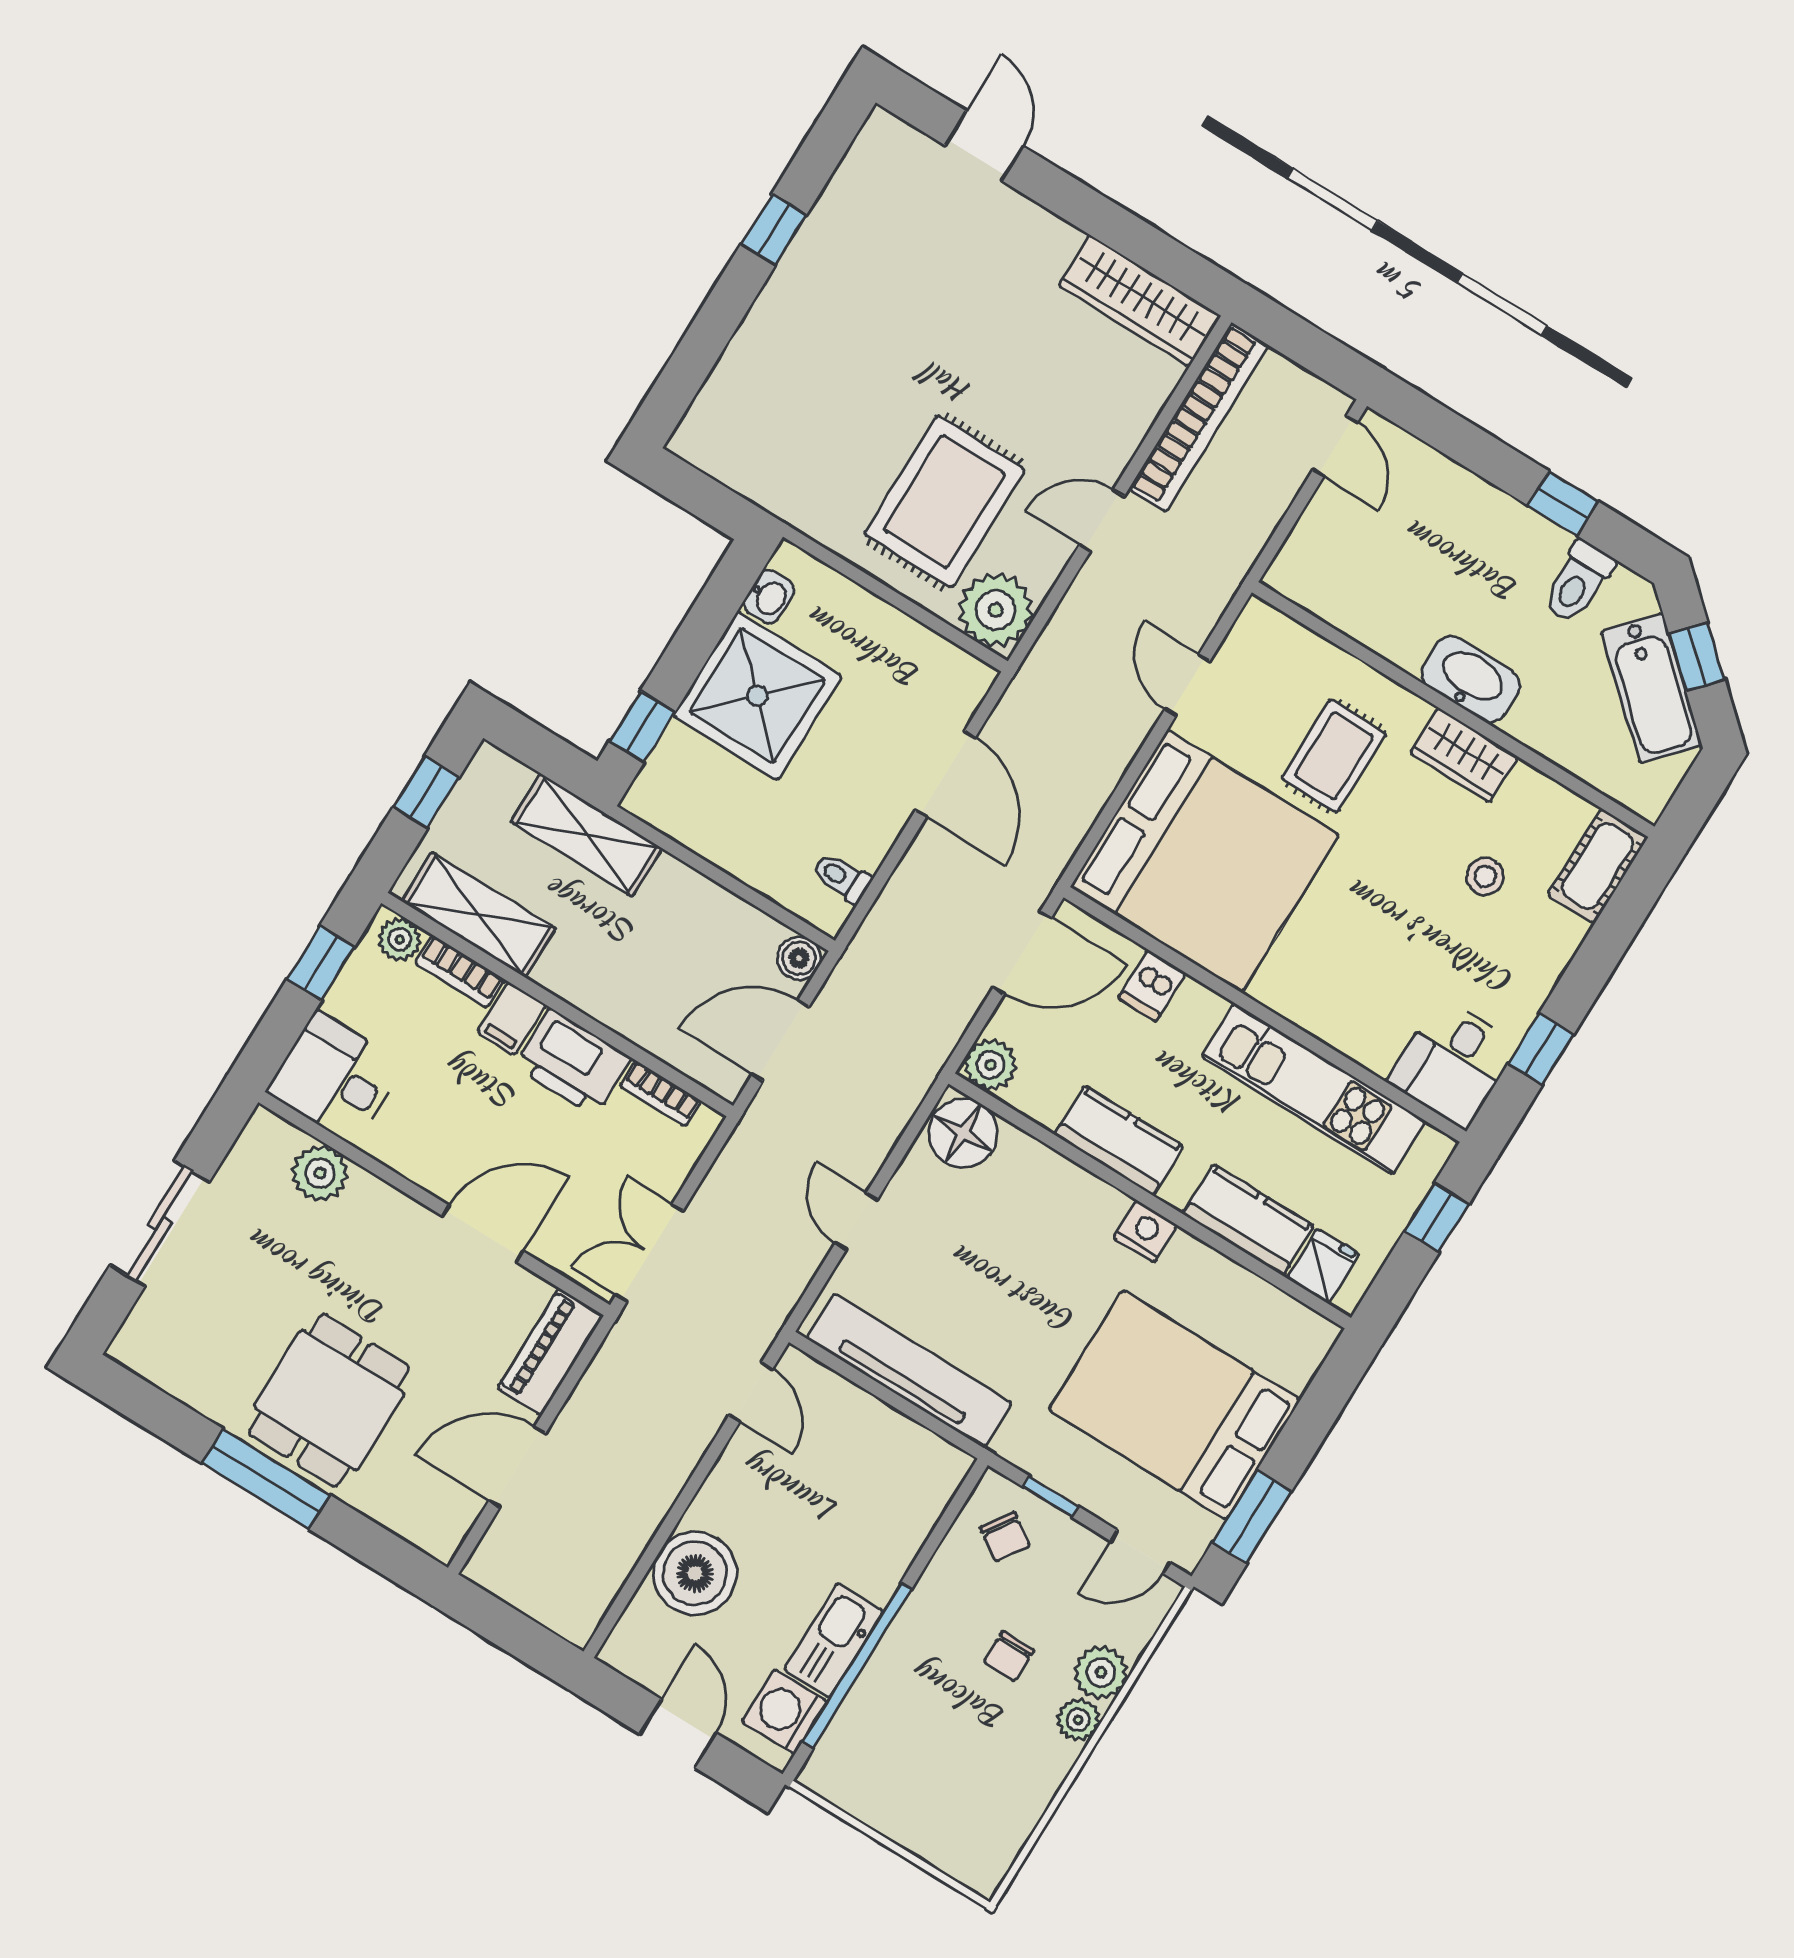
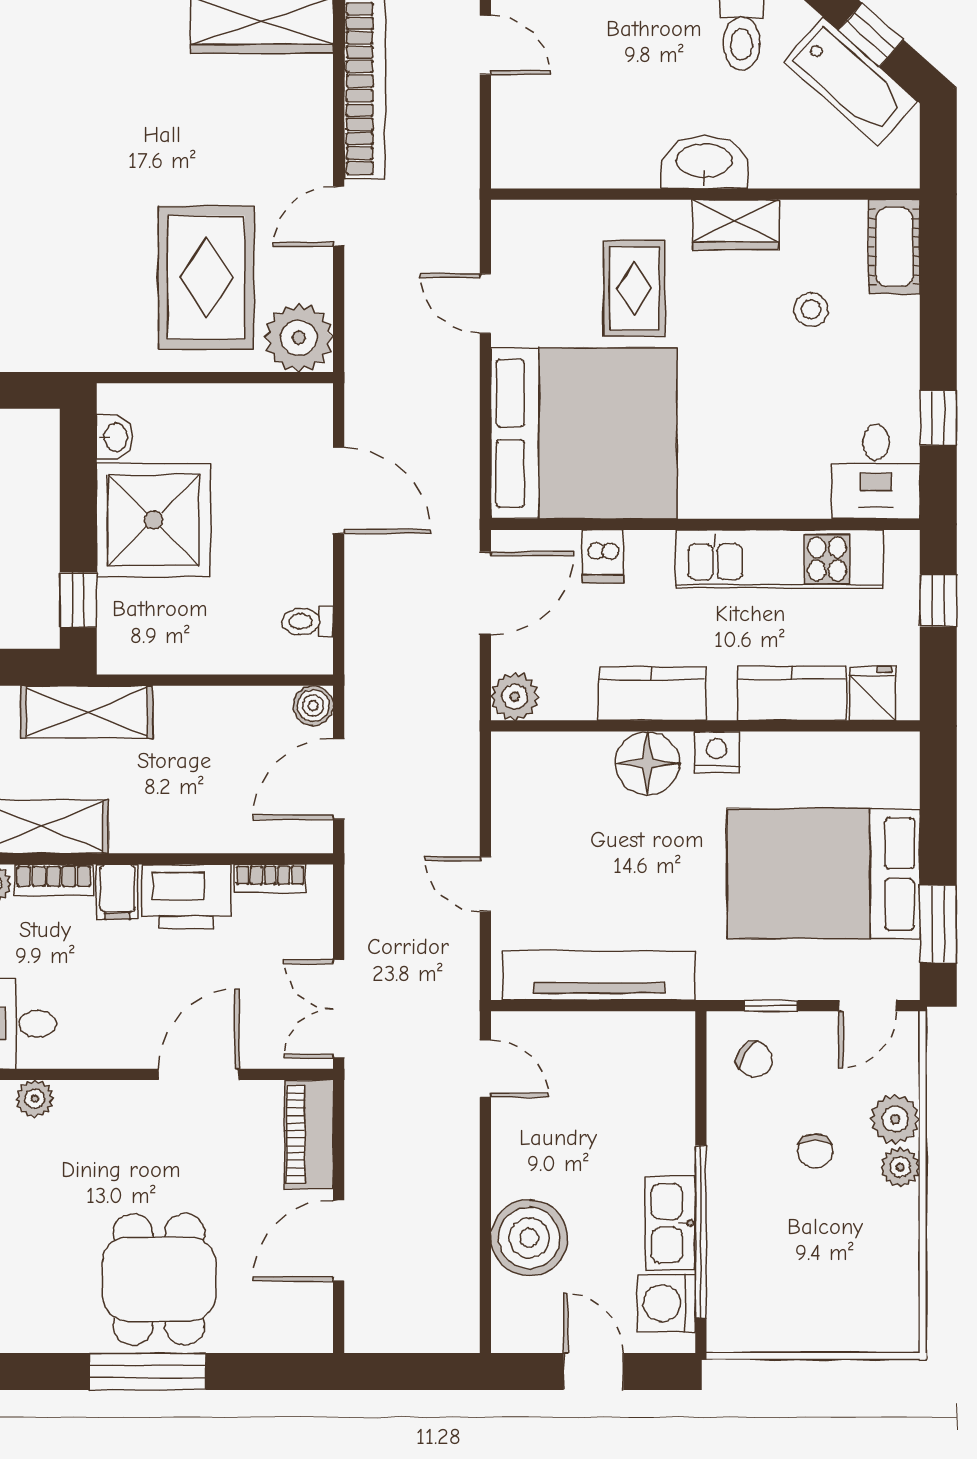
floor lamp: (963, 1133) -> (647, 763), moved
plant: (320, 1173) -> (35, 1099), width x0.73, depth x0.73

